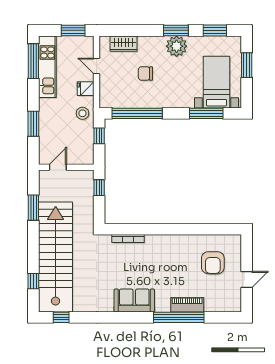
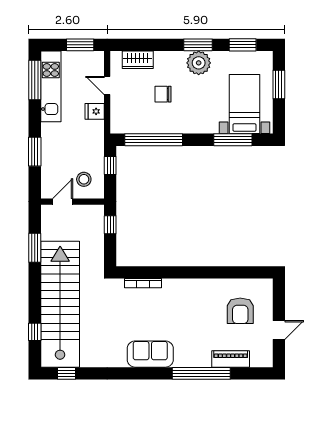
stool: (82, 113) -> (84, 179), moved
piano: (187, 305) -> (231, 359), moved

